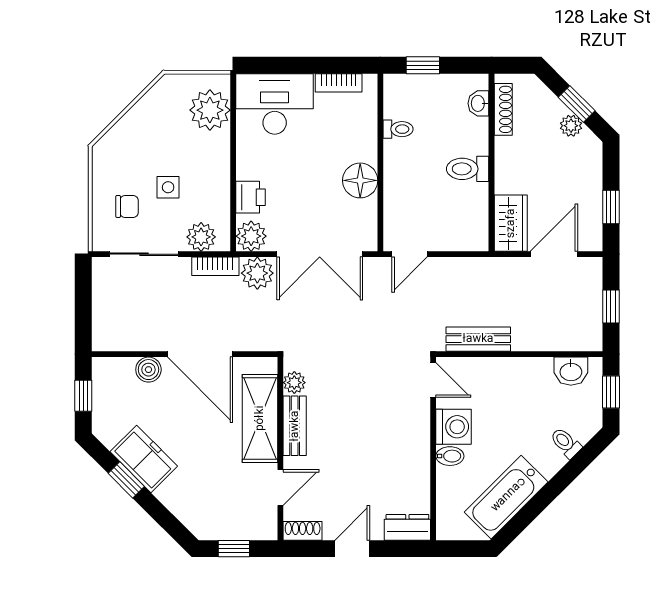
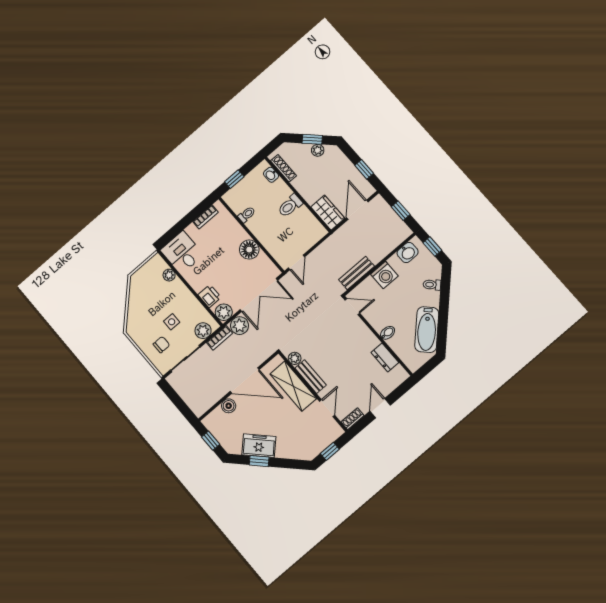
desk: (275, 104) -> (182, 253), width x0.73
plant: (210, 110) -> (169, 275), width x0.53, depth x0.53
washing machine: (454, 427) -> (384, 275), moved, turned 90
dresser: (407, 527) -> (385, 358), moved, turned -90

